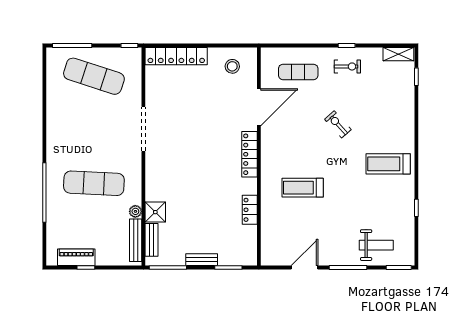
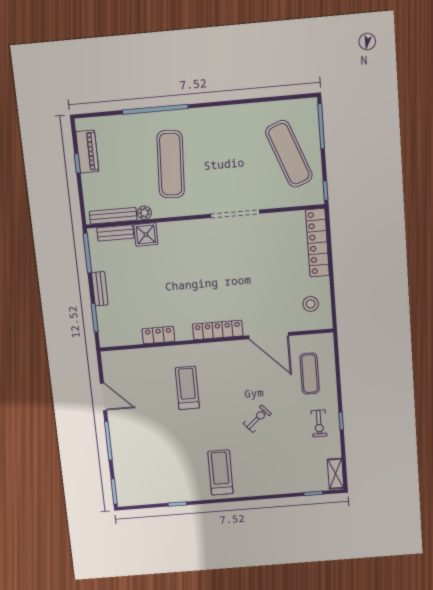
exercise mat: (94, 76) -> (289, 154), turned -39
weight bench: (376, 245) -> (135, 467), removed

